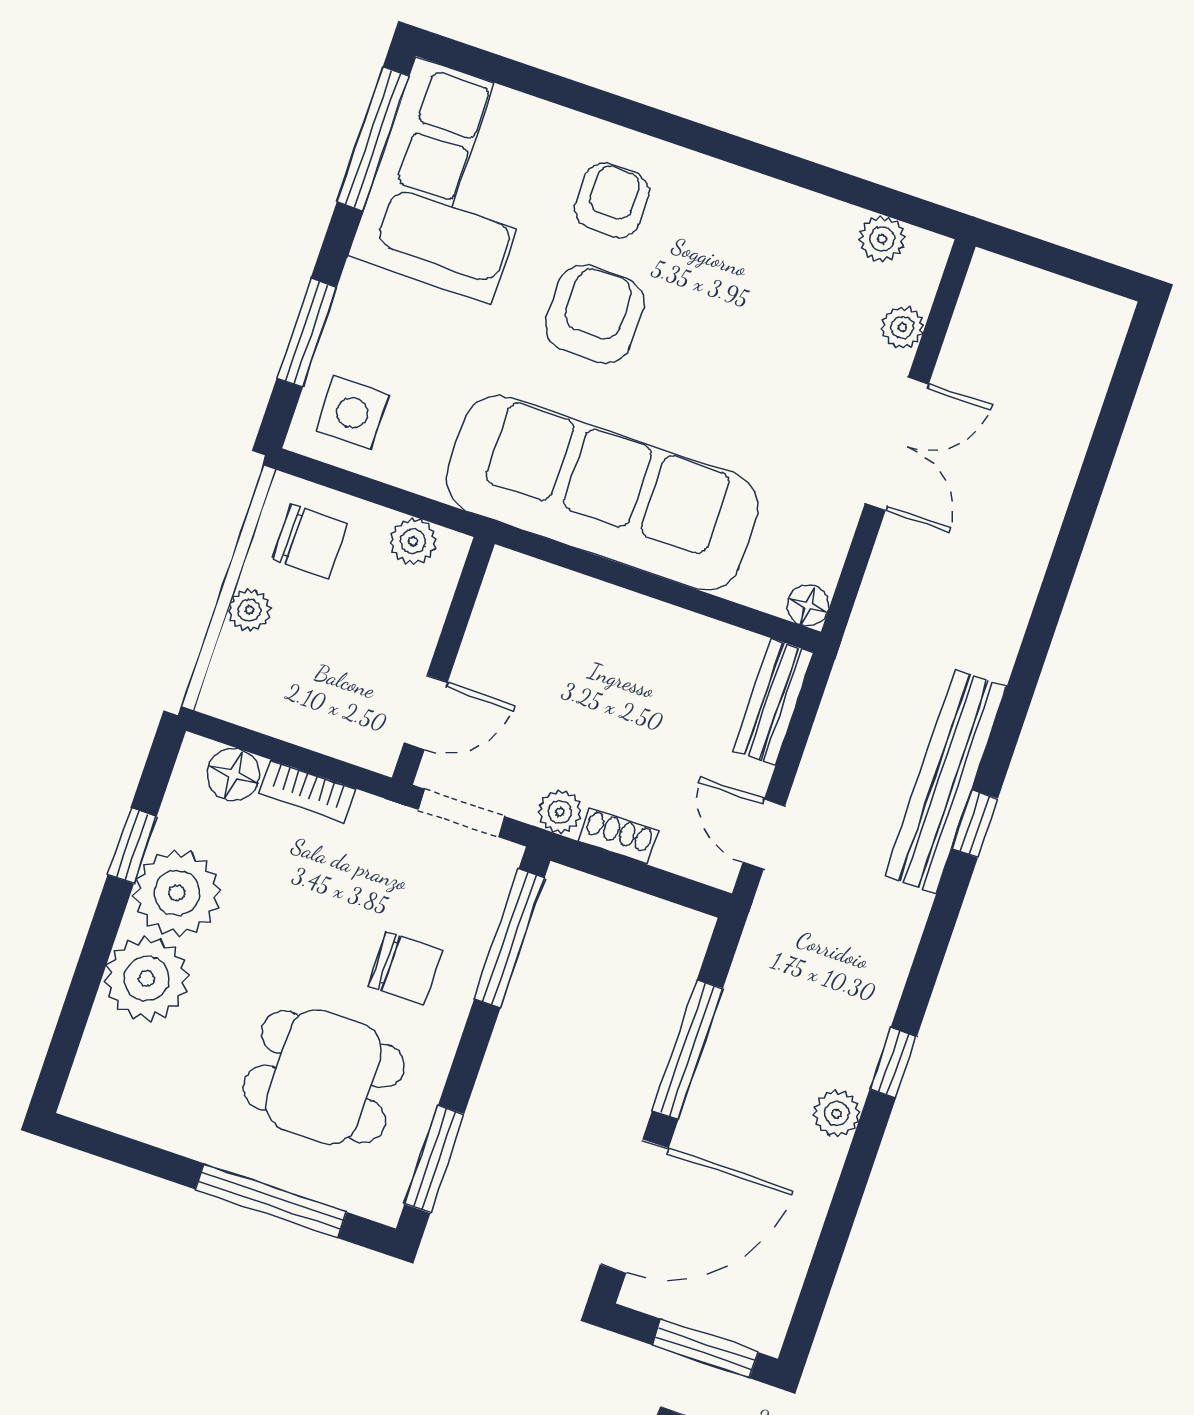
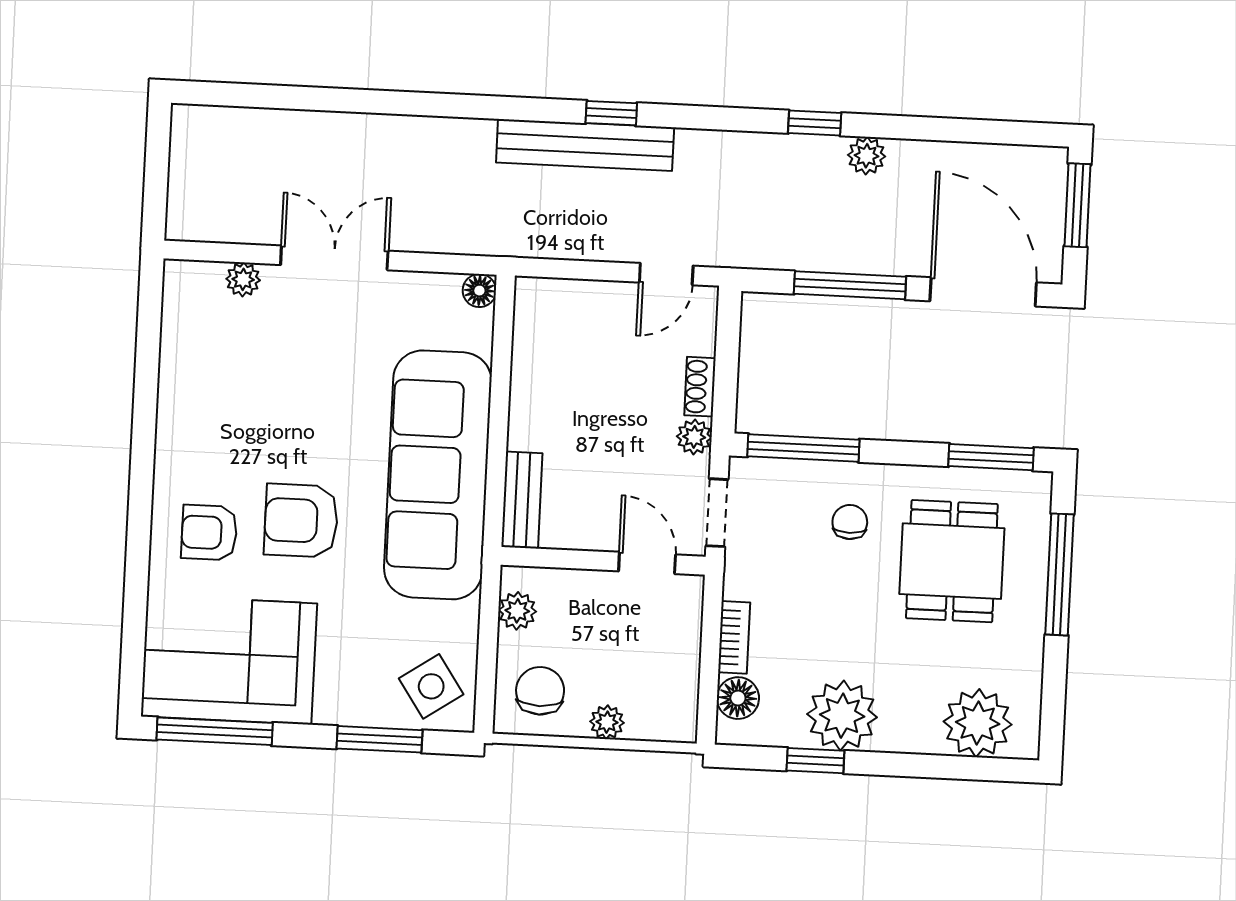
plant: (882, 239) -> (179, 315), removed
side table: (352, 413) -> (431, 686), turned -34
bench: (773, 702) -> (522, 500), moved, turned 90
chair: (405, 968) -> (850, 522), width x0.73, depth x0.73
plant: (147, 978) -> (978, 723), moved

